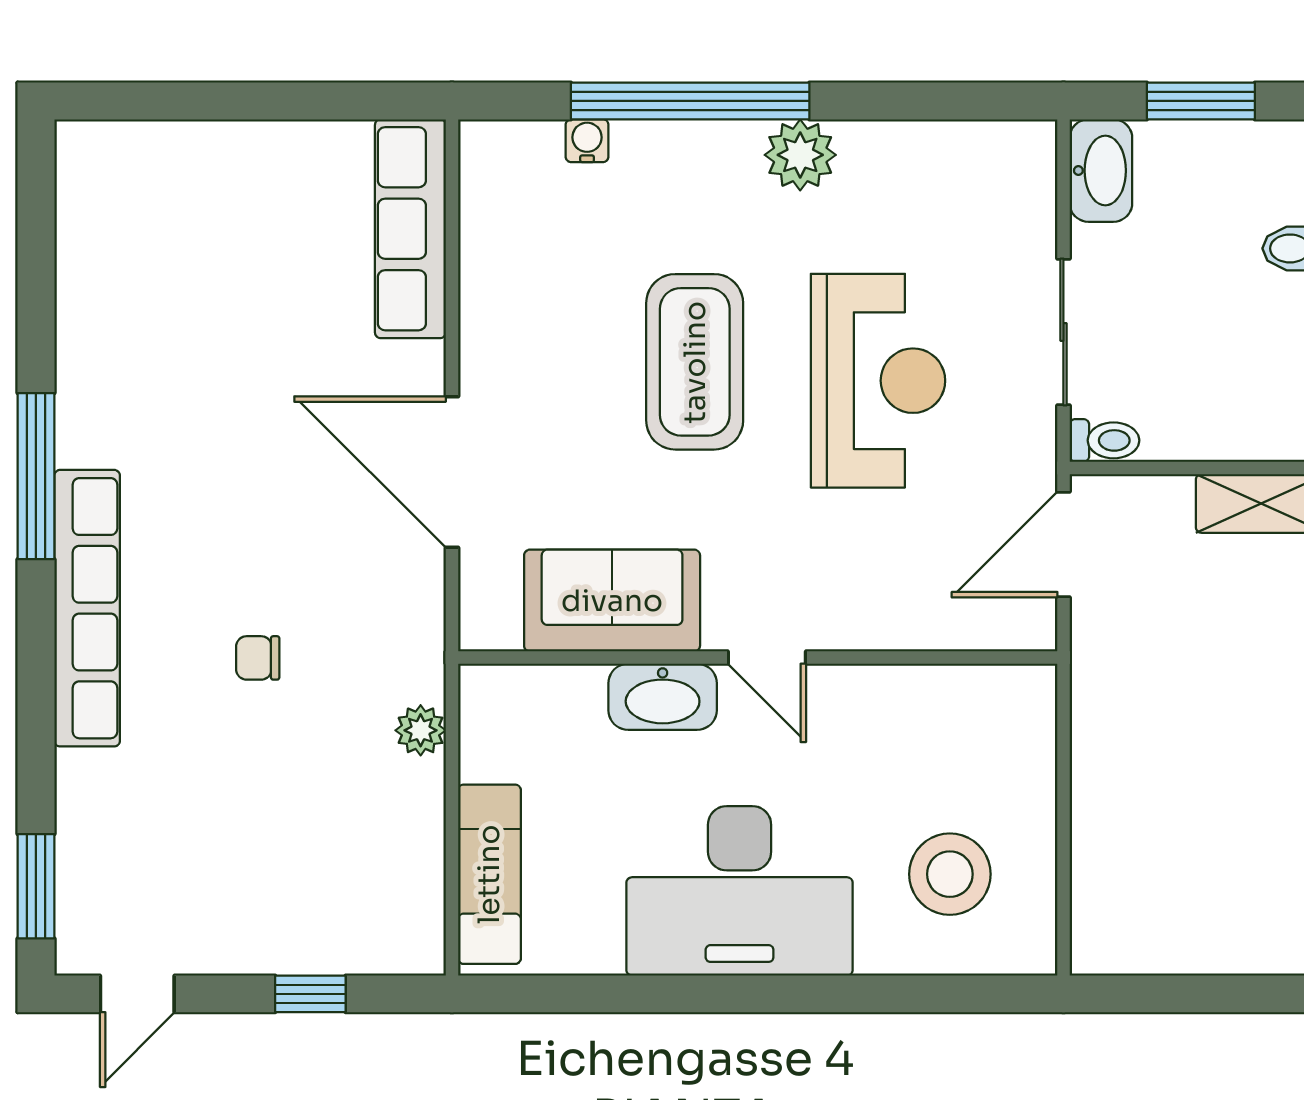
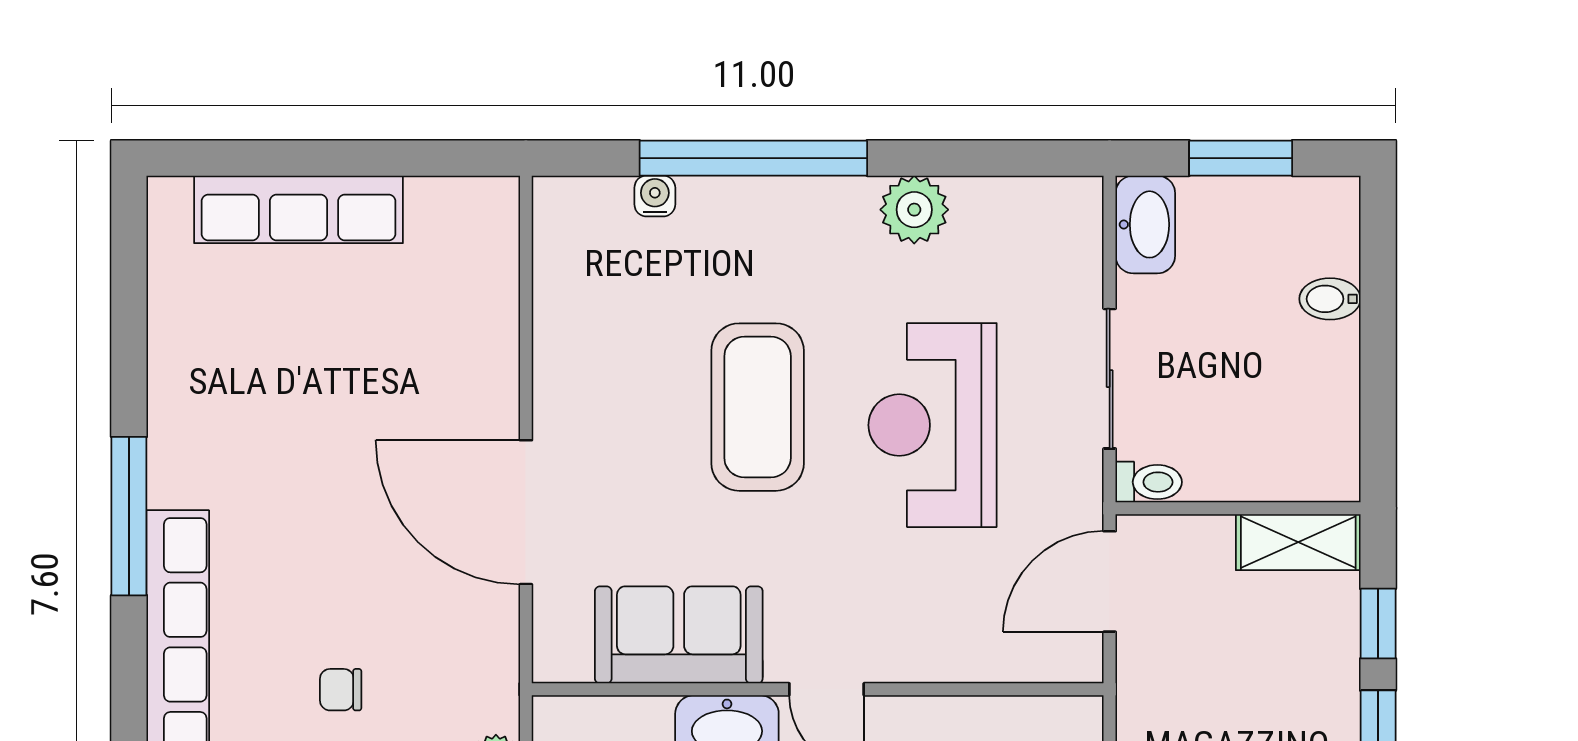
plant: (800, 155) -> (914, 210), moved
row of seats: (410, 229) -> (298, 209), moved, turned -90
reception desk: (878, 381) -> (933, 425), turned 180

